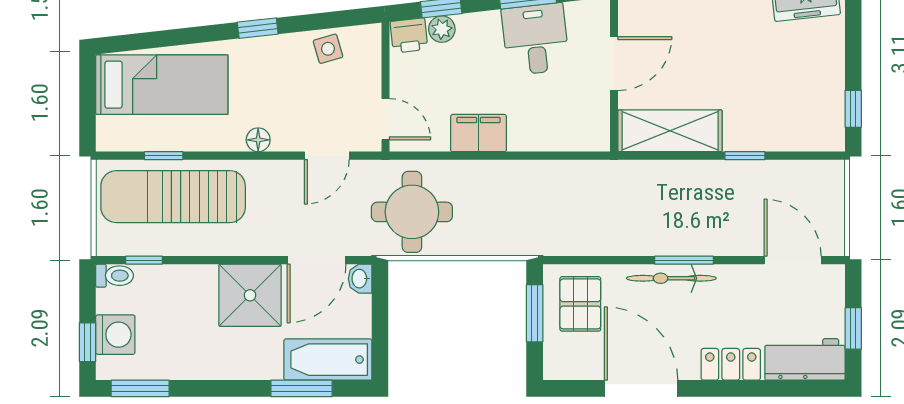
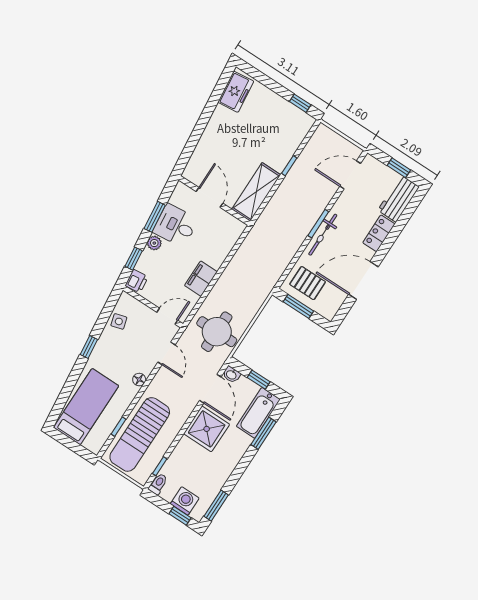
plant: (442, 29) -> (154, 243), moved
window: (380, 326) -> (259, 380), added

